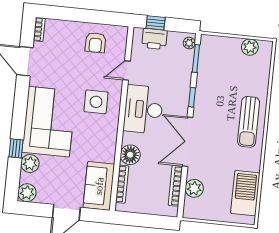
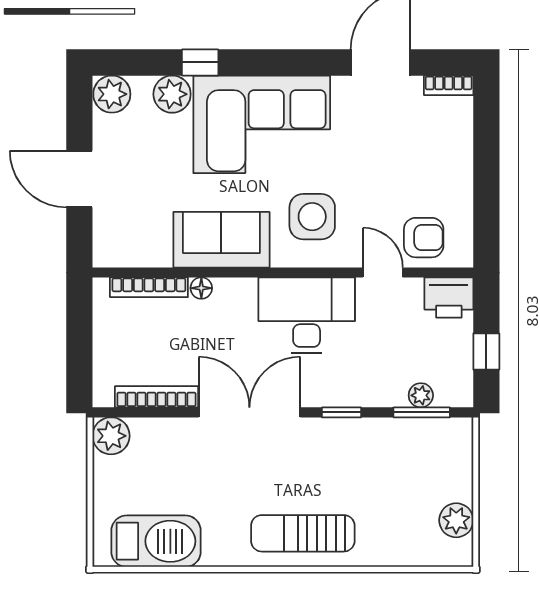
window: (156, 23) -> (486, 352), moved
printer: (154, 39) -> (449, 297), moved, turned -90
armchair: (95, 43) -> (424, 238), moved, turned 180
plant: (189, 43) -> (421, 395), moved
floor lamp: (130, 155) -> (201, 288), width x0.53, depth x0.53
sofa: (99, 186) -> (221, 240), moved
plant: (194, 188) -> (111, 436), moved

